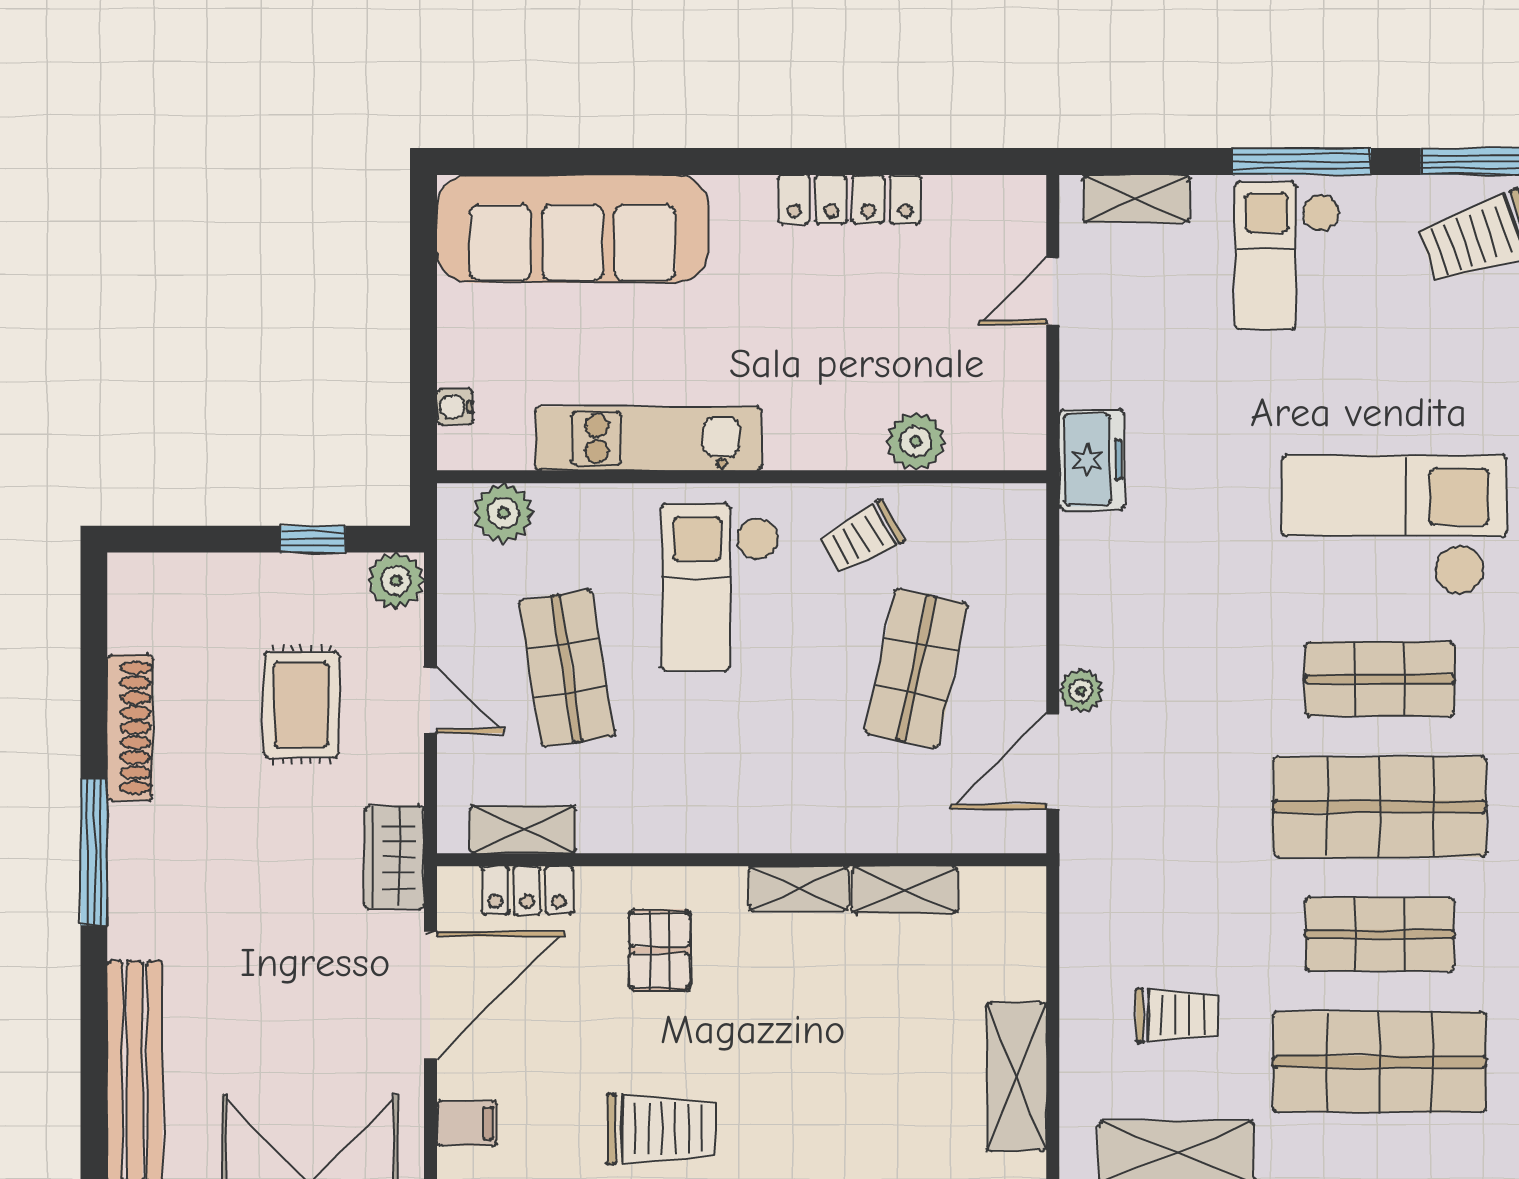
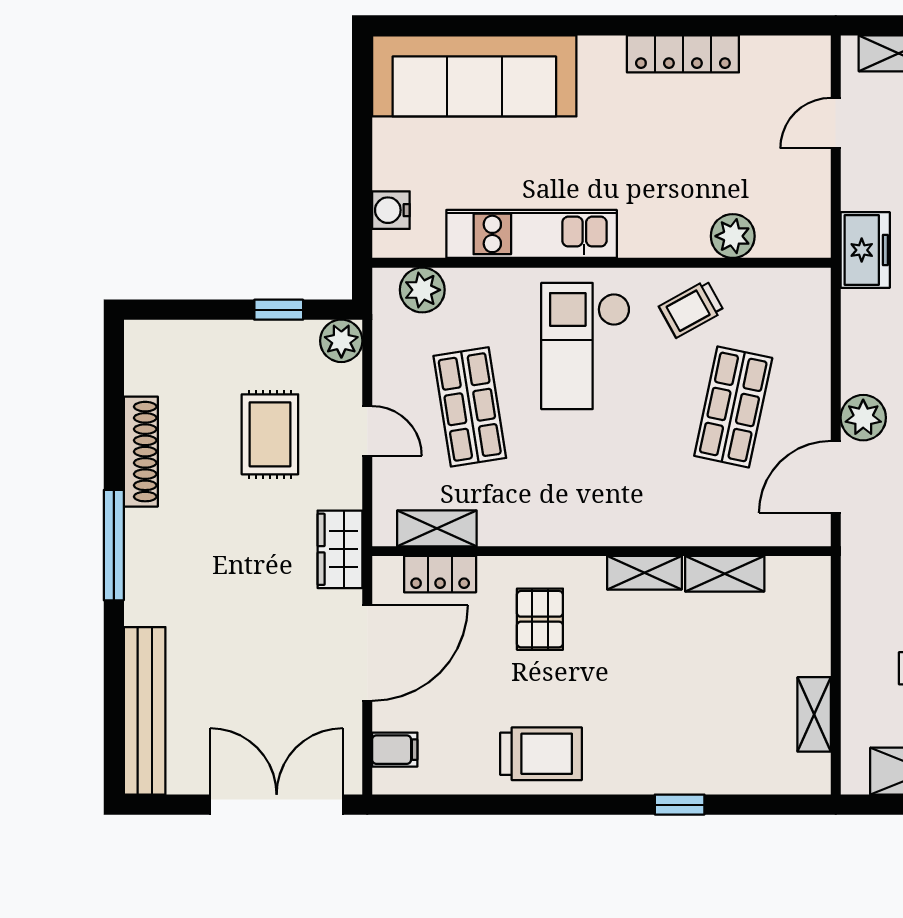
water cooler: (455, 407) -> (391, 210), width x1.38, depth x1.38
plant: (1081, 691) -> (863, 418), width x1.38, depth x1.38
shelving: (1017, 1077) -> (814, 714), width x0.67, depth x0.75

